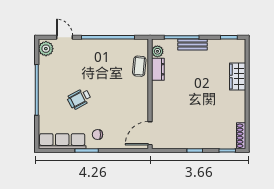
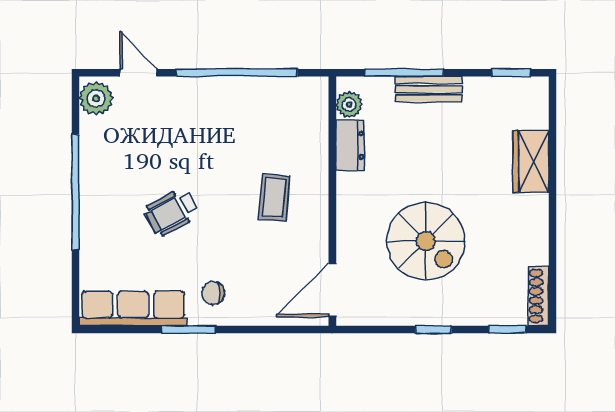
coffee table: (139, 66) -> (274, 198), moved
spiral stairs: (191, 112) -> (426, 241), added

